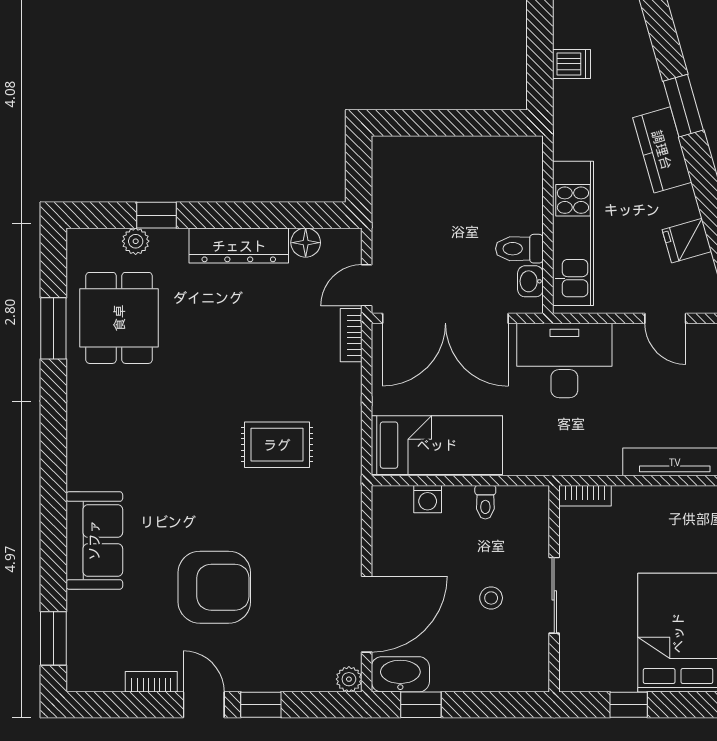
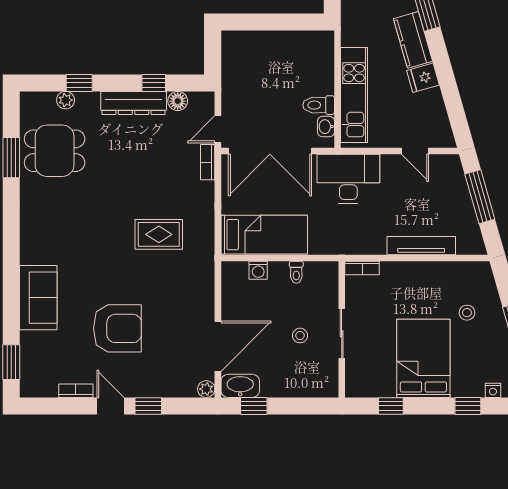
window: (269, 215) -> (154, 83), added
fridge: (687, 241) -> (423, 78), moved
dining table: (119, 318) -> (55, 151), turned 90

